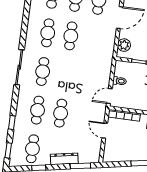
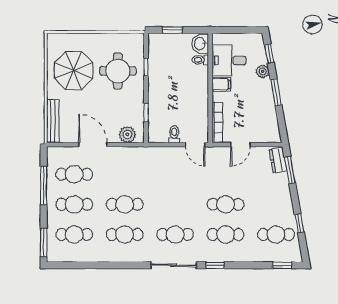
window: (12, 122) -> (215, 265), moved
dresser: (64, 159) -> (278, 160), moved, width x0.70

